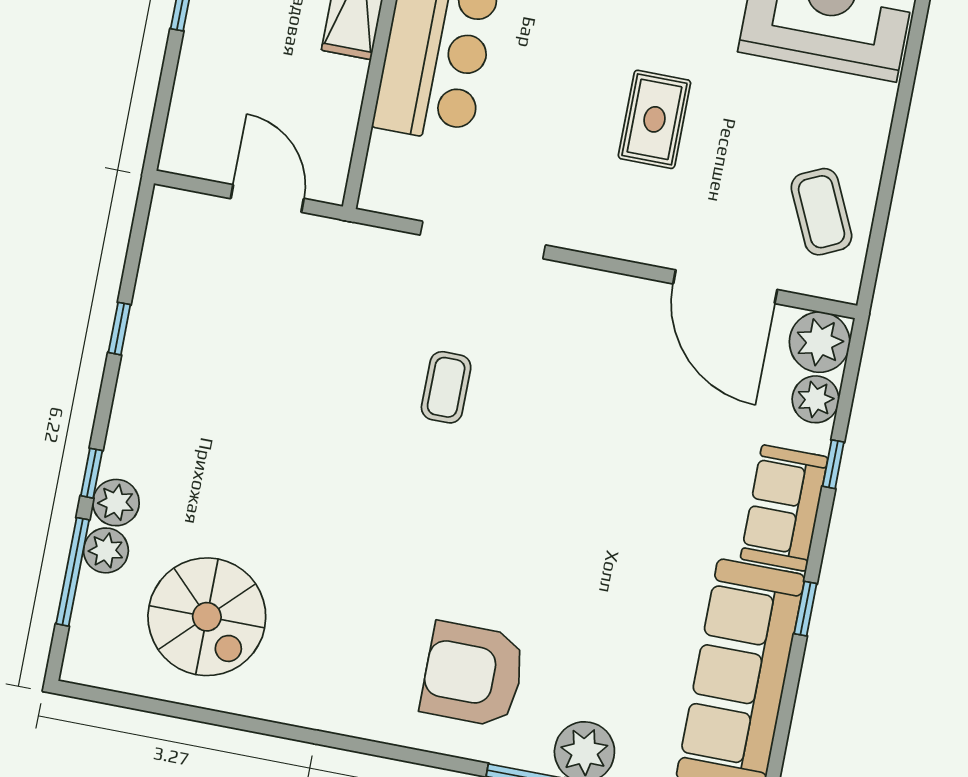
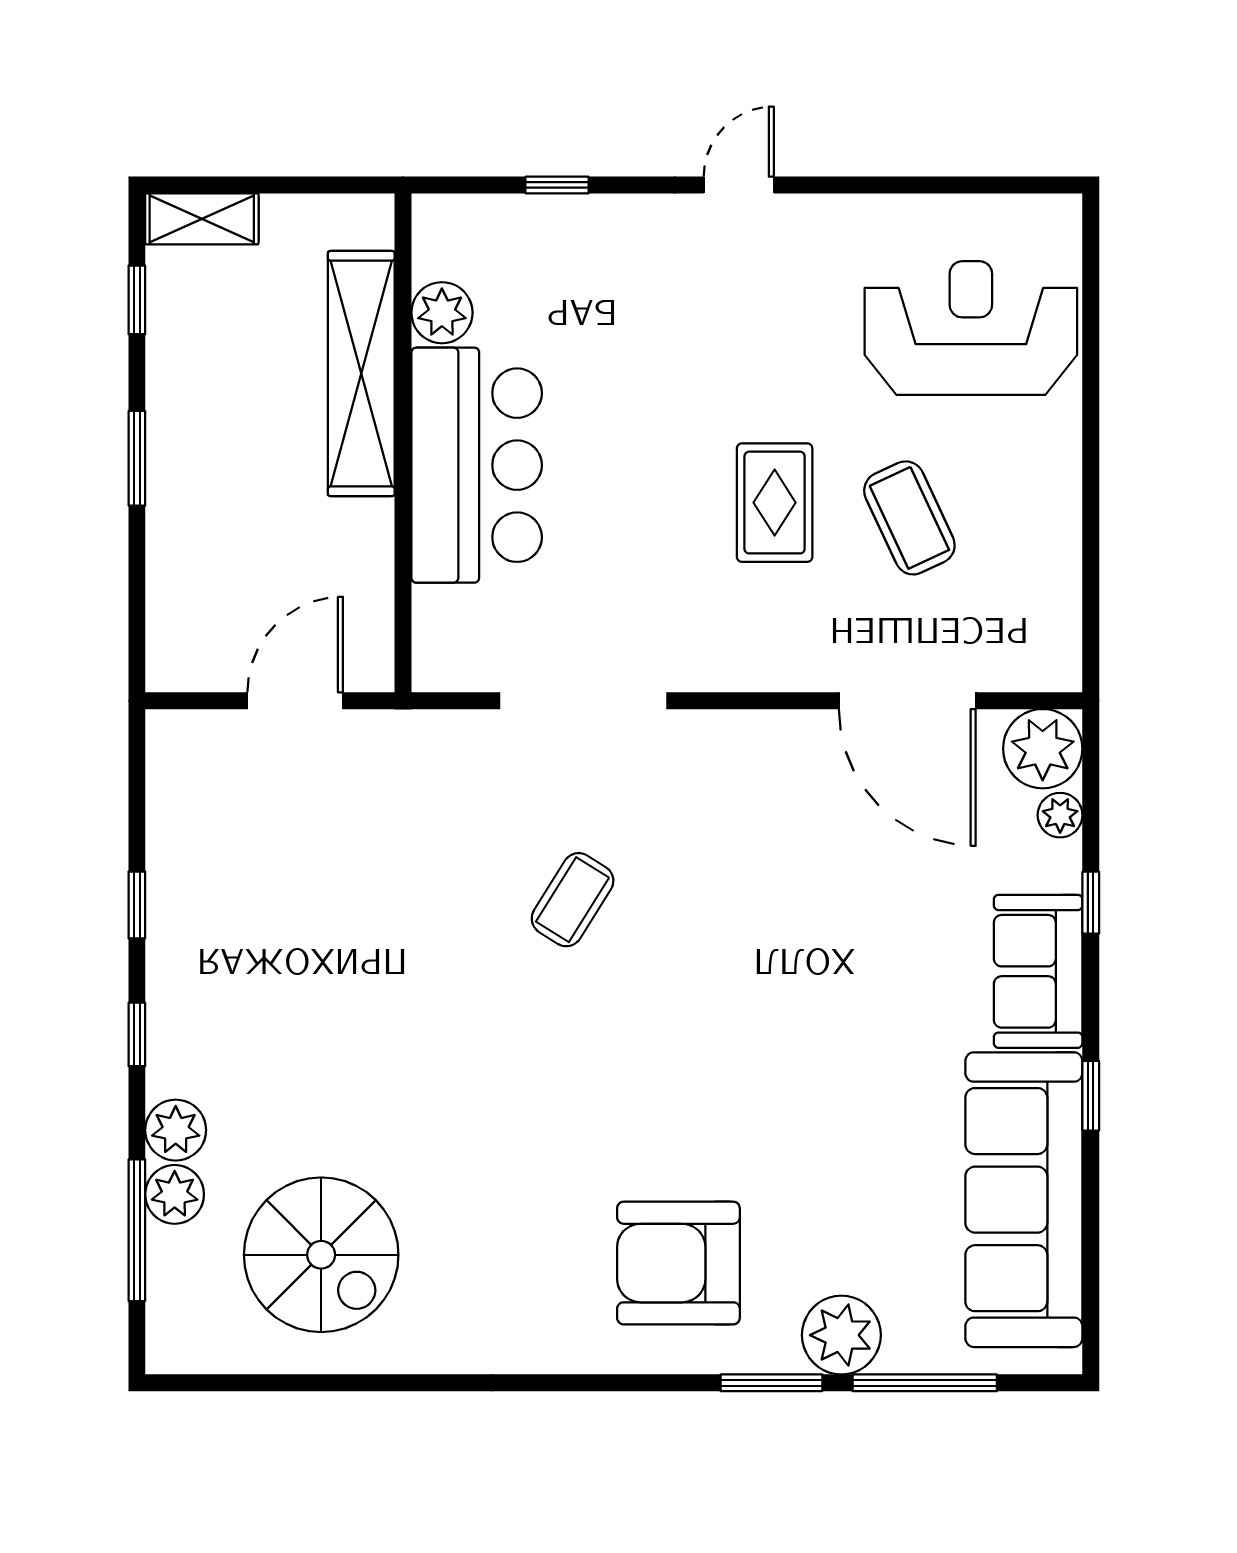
door: (267, 198) -> (295, 701), hinge flipped
coffee table: (821, 212) -> (909, 518), moved
coffee table: (446, 387) -> (573, 900), turned 32
plant: (816, 399) -> (1060, 815), width x0.73, depth x0.73
window: (92, 473) -> (137, 1034), moved

